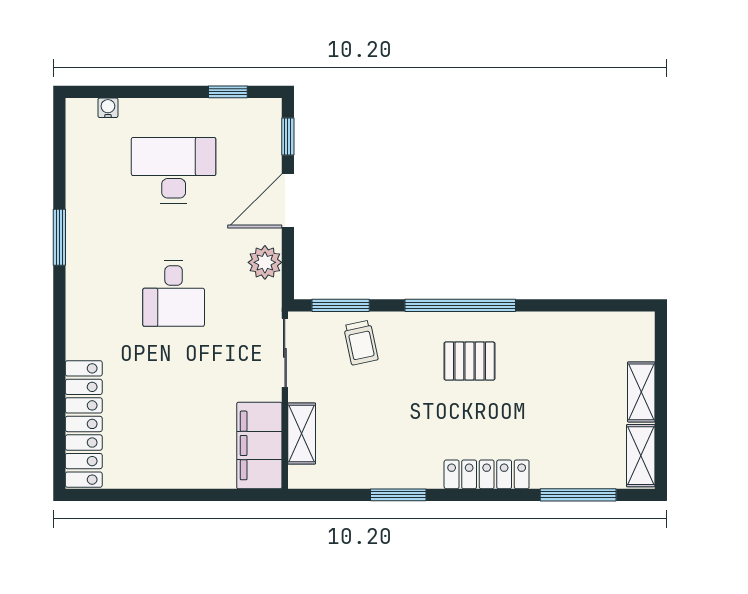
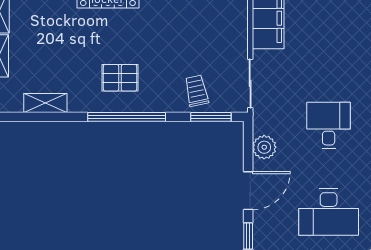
shelving: (302, 433) -> (45, 103), moved, turned 90

